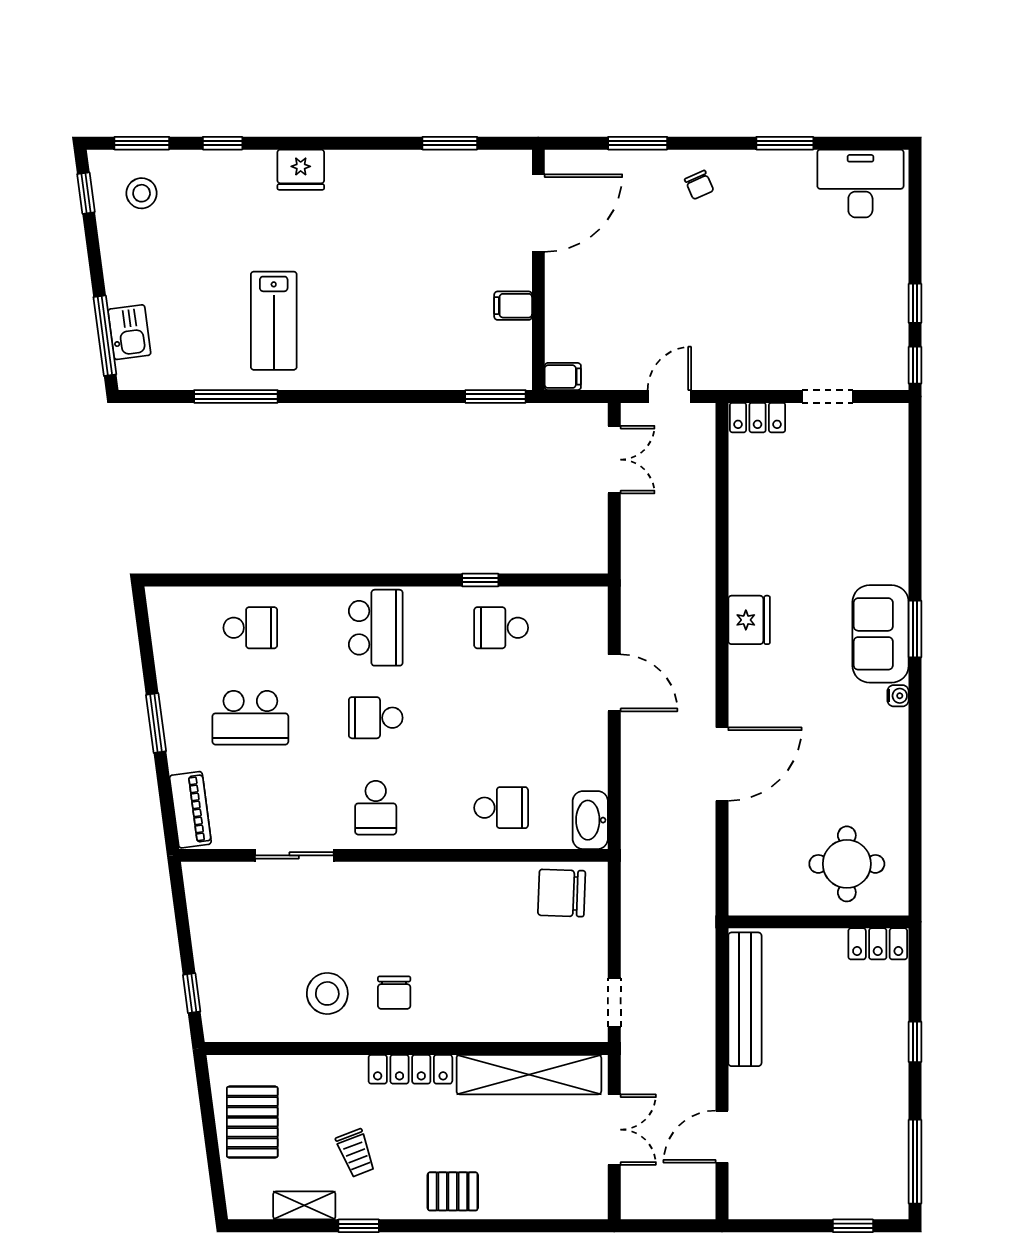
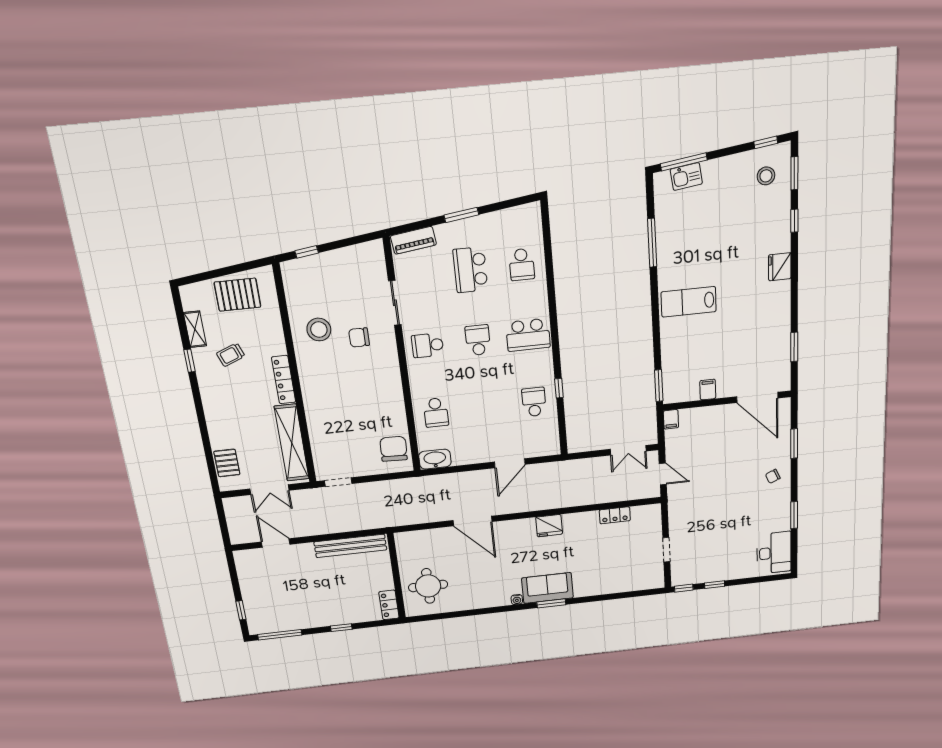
lab bench: (274, 321) -> (689, 302), moved
locker: (758, 418) -> (615, 515), moved, turned -90
chair: (394, 993) -> (359, 337), moved
pallet: (453, 1191) -> (227, 463), moved

